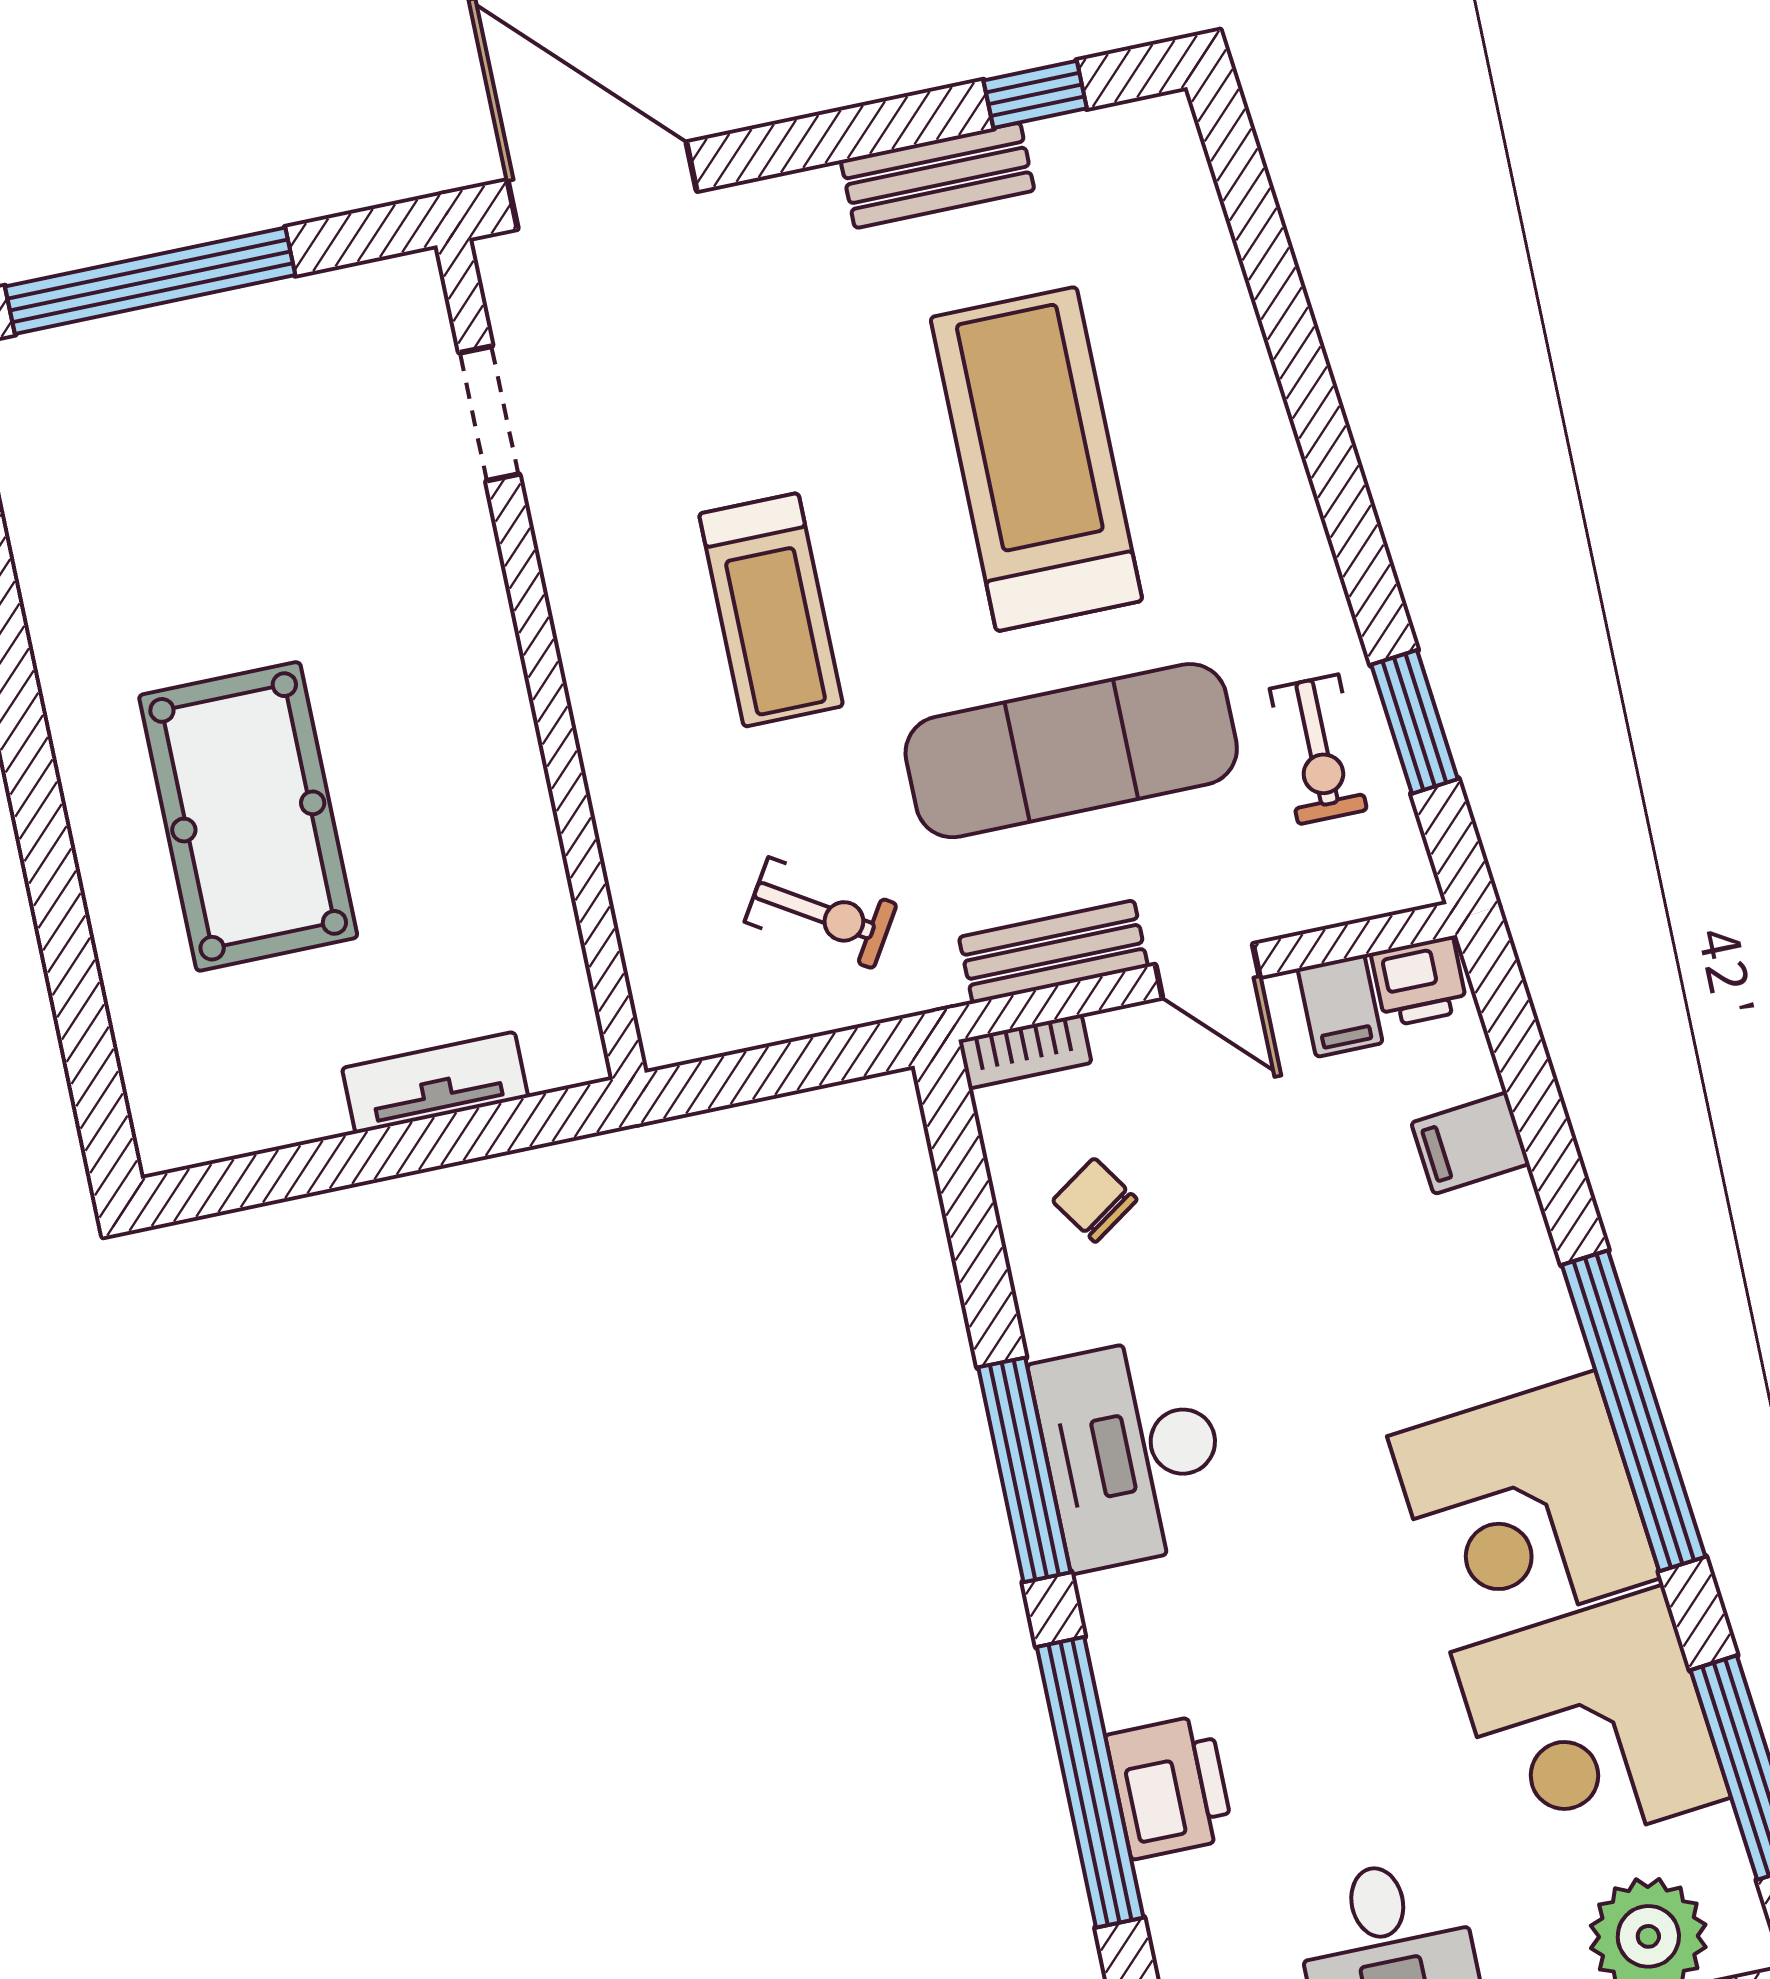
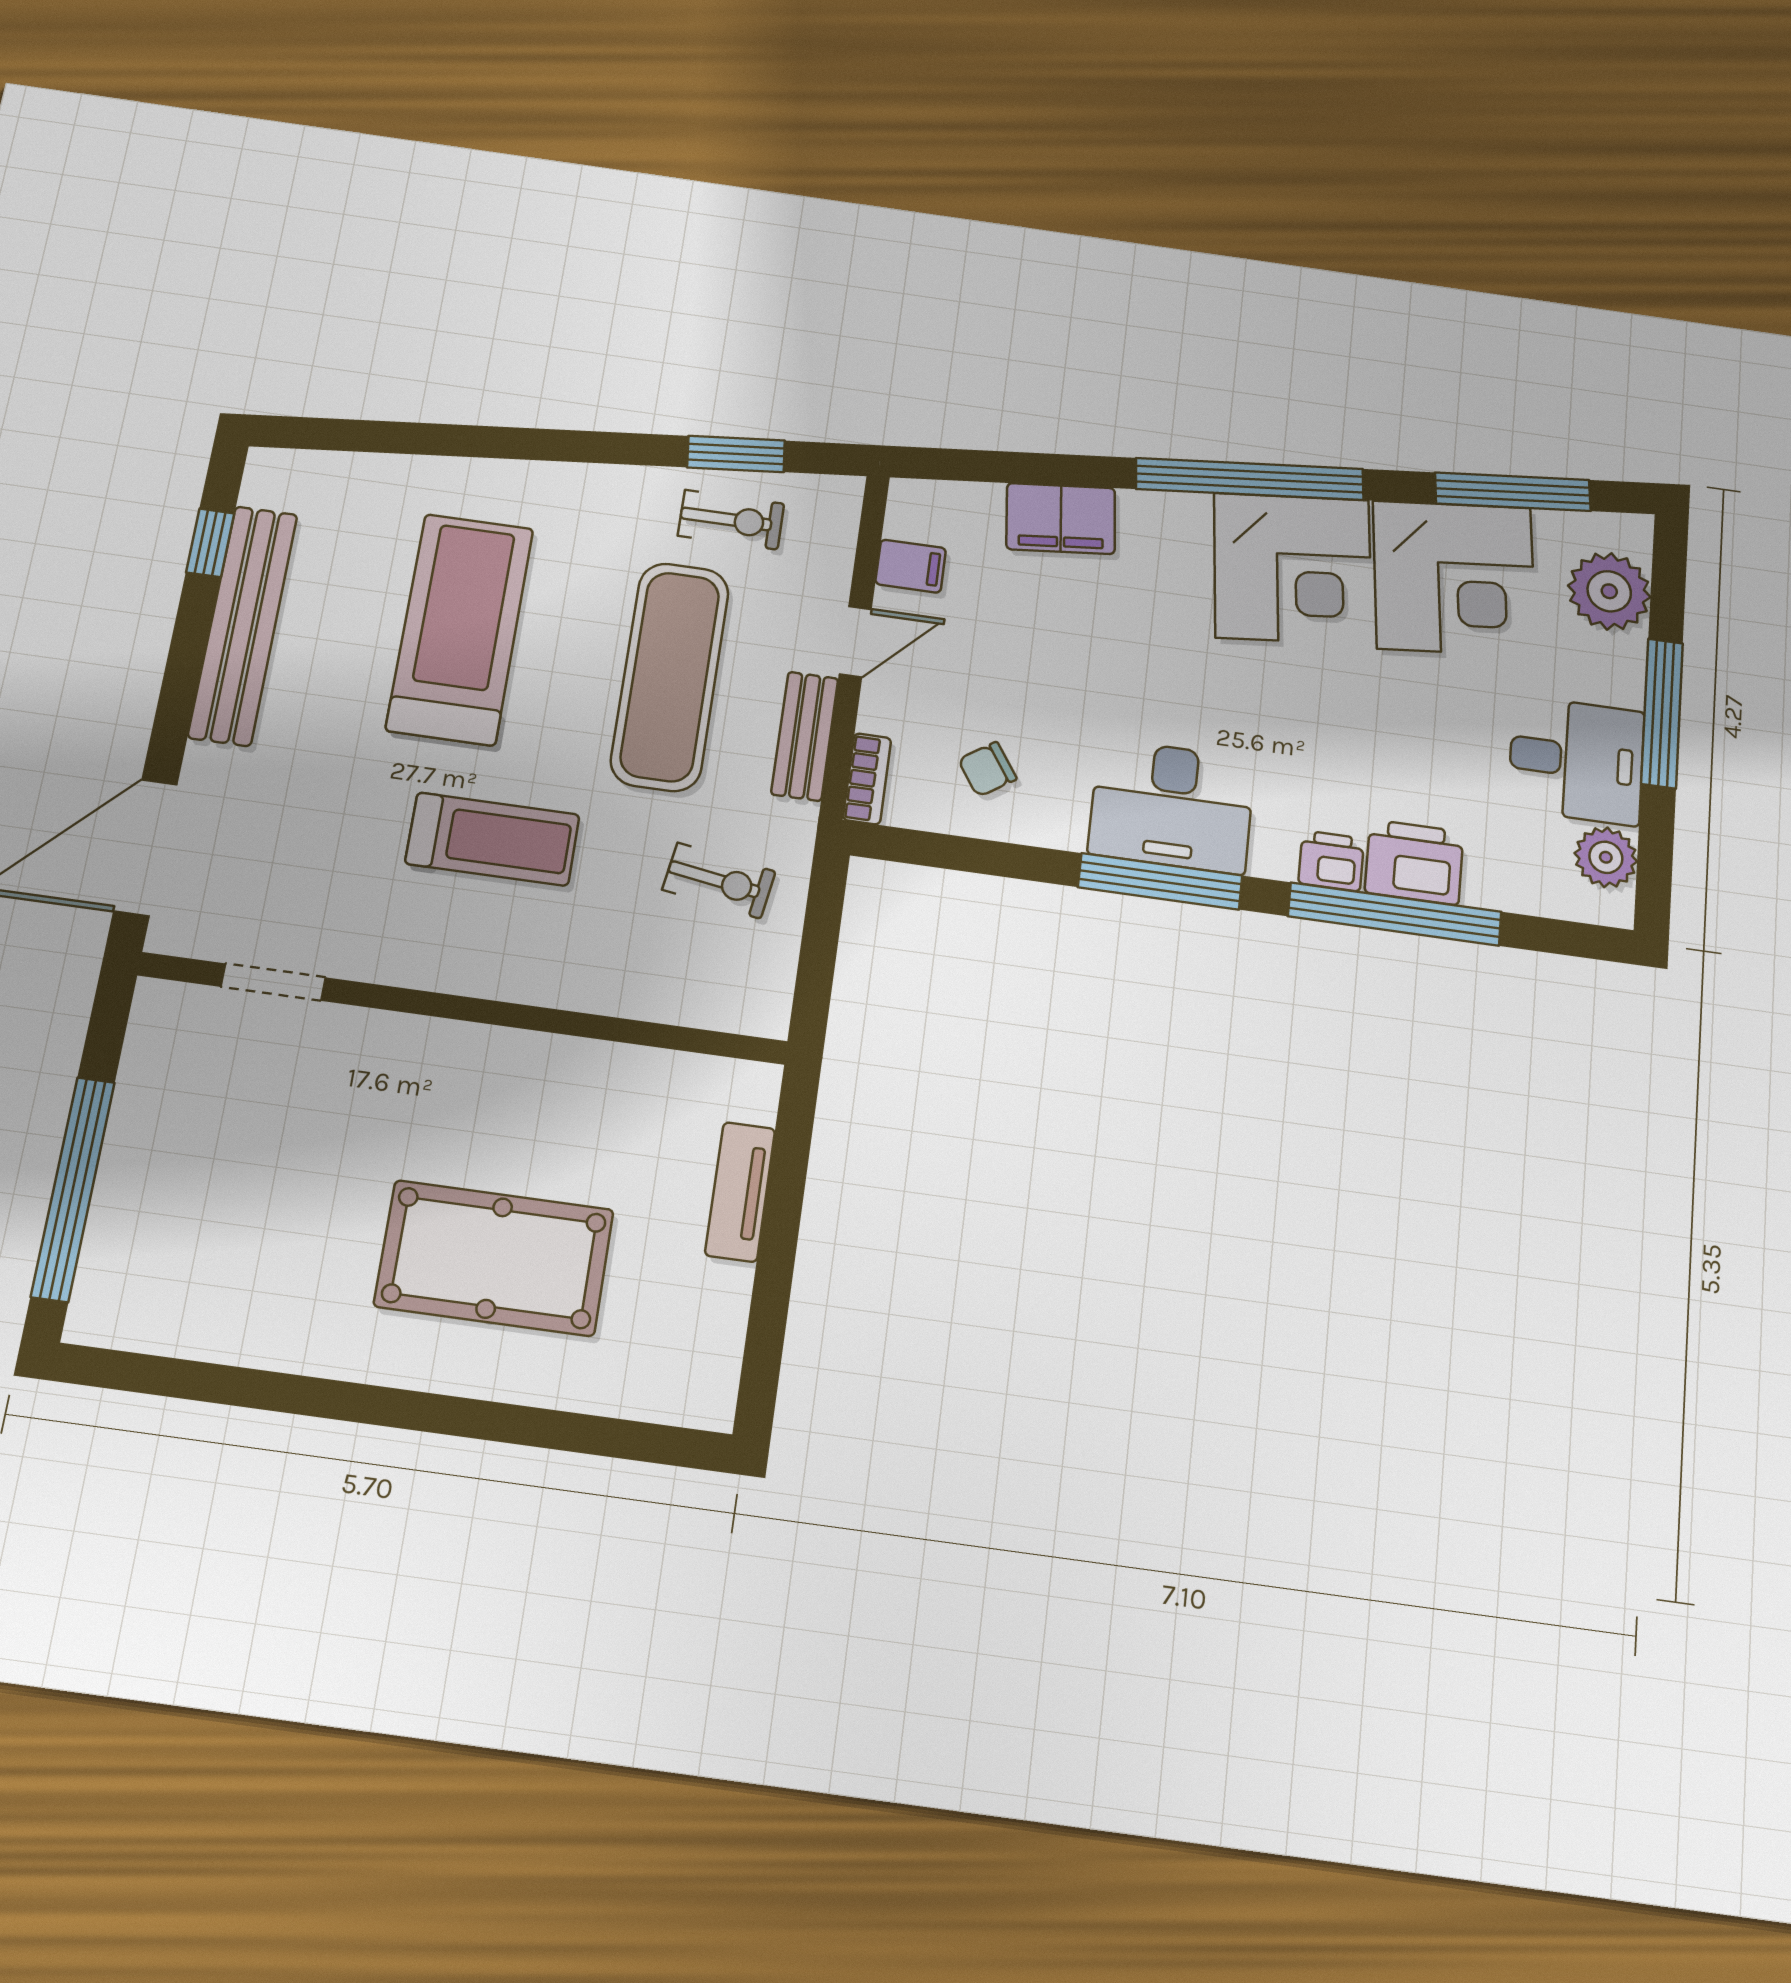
bench: (938, 175) -> (243, 625), width x1.86, depth x1.21
treadmill: (1036, 459) -> (460, 629), turned 90
exercise bike: (821, 913) -> (719, 881), turned 67
printer: (1419, 982) -> (1331, 861), moved, turned -90
filing cabinet: (1470, 1143) -> (1061, 519), width x2.00

